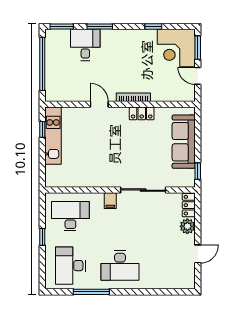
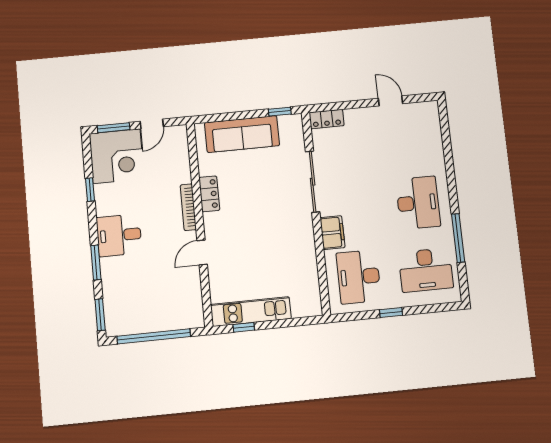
desk: (85, 45) -> (119, 235), moved
filing cabinet: (110, 201) -> (332, 233), width x2.00
plant: (187, 226) -> (355, 118), removed

